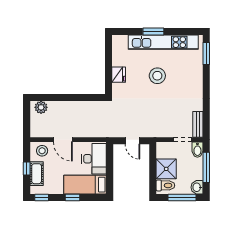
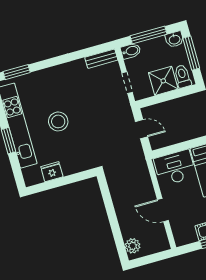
fridge: (119, 75) -> (52, 172), moved
door: (63, 140) -> (163, 210), swing flipped
doorway: (183, 140) -> (127, 83), moved
door: (132, 141) -> (142, 129), hinge flipped
stool: (42, 151) -> (183, 231), removed

